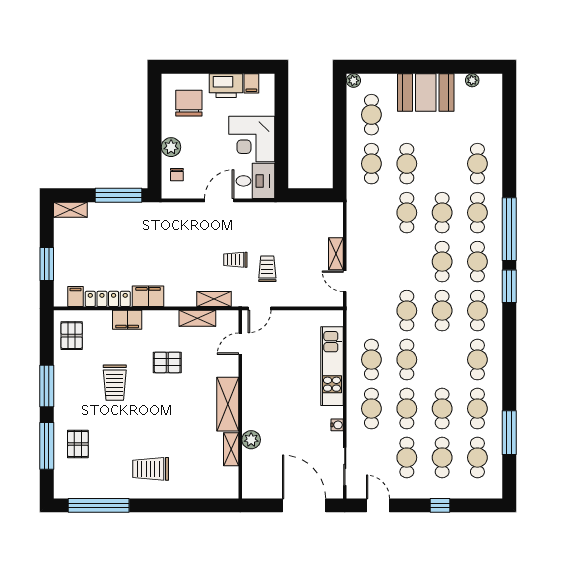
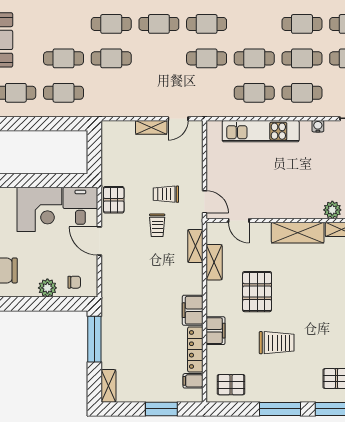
pallet: (262, 215) -> (114, 200), added
pallet: (167, 362) -> (257, 292), width x1.50, depth x1.42

